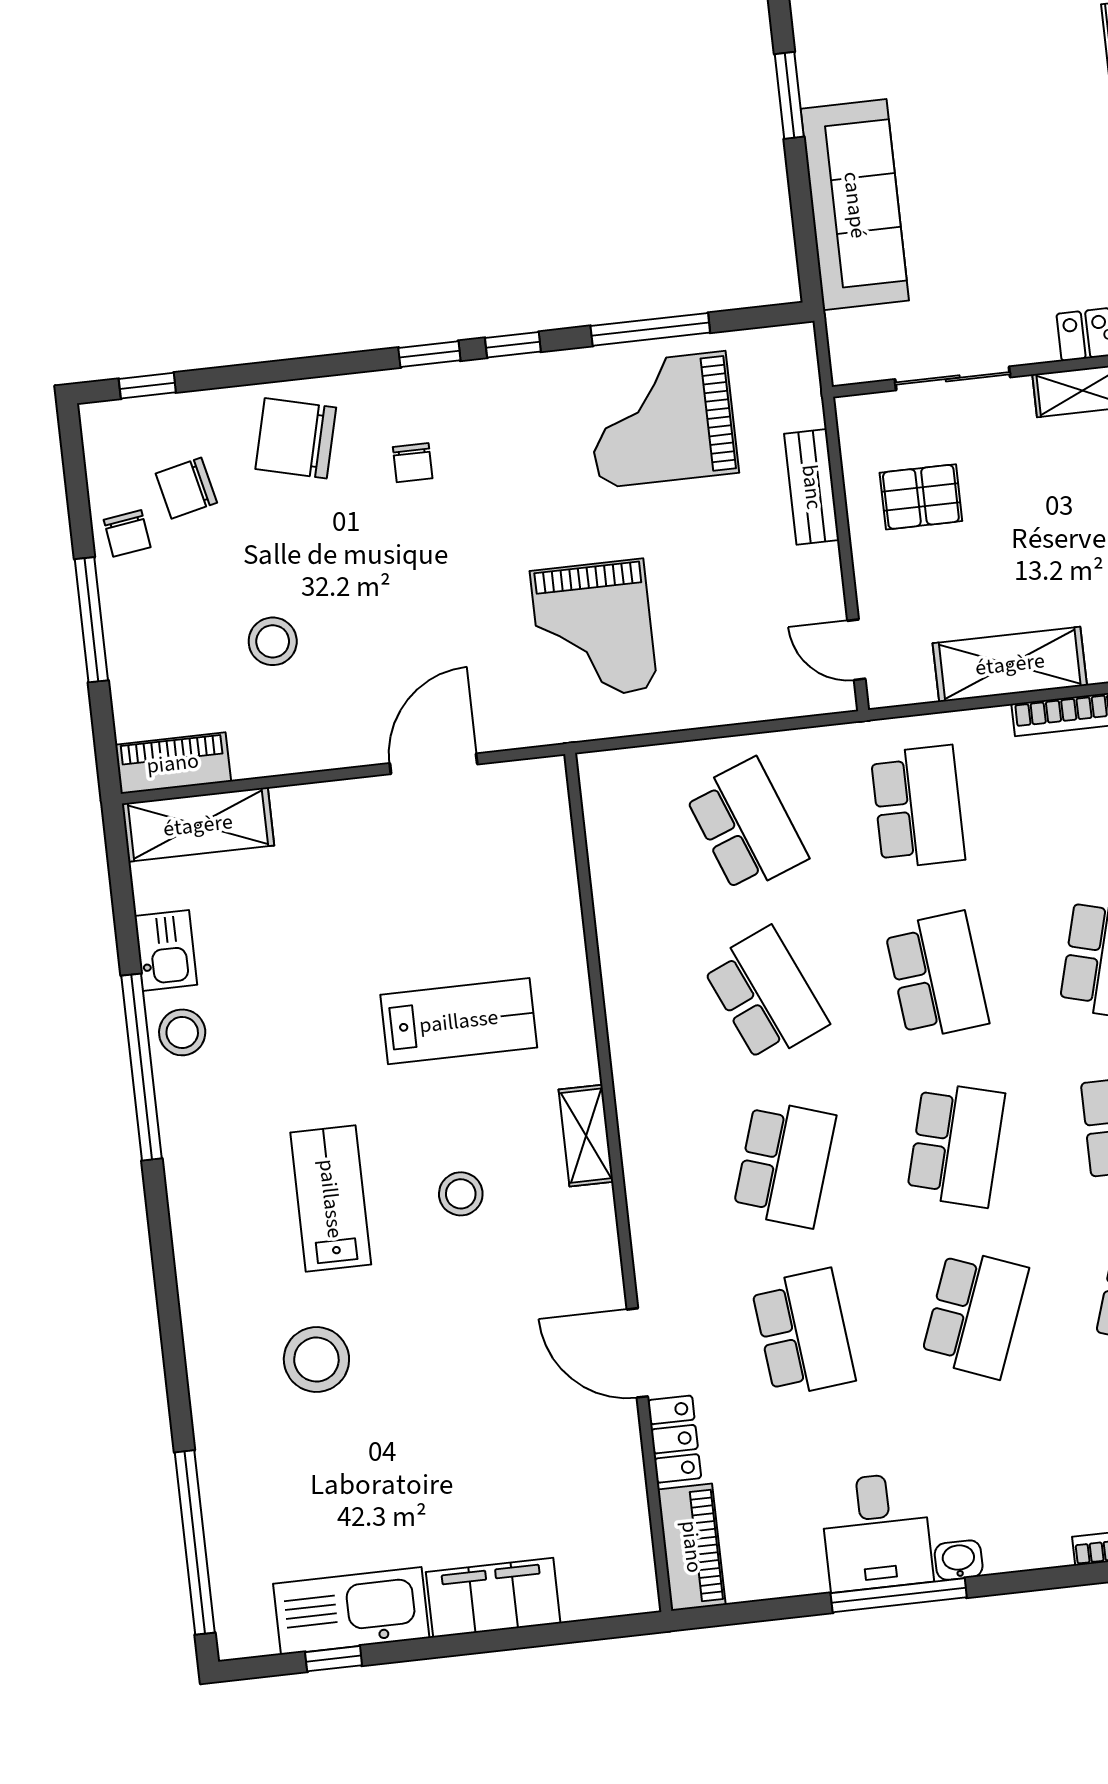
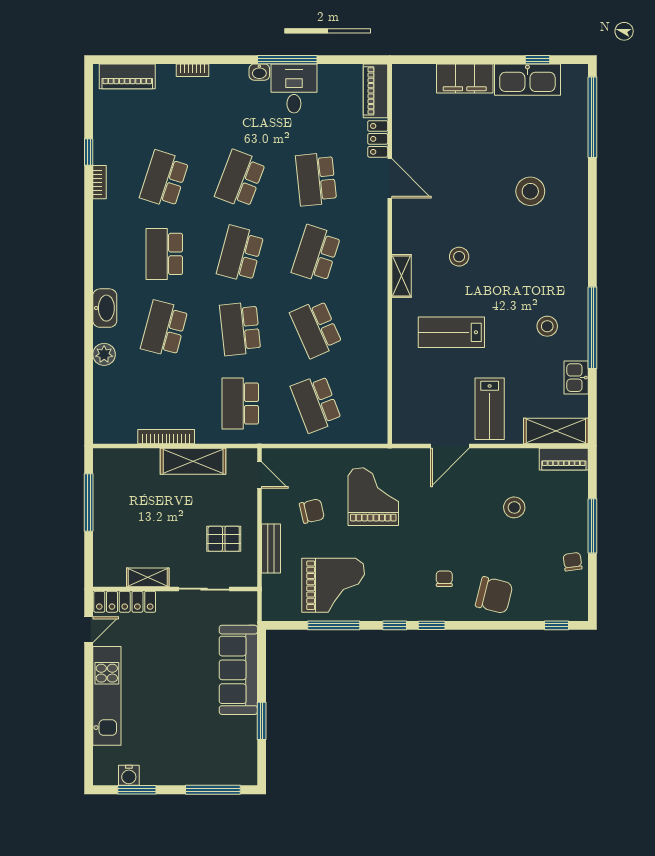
chair: (186, 488) -> (312, 511), moved
stool: (182, 1032) -> (547, 326), moved
lab bench: (331, 1199) -> (490, 409), moved

